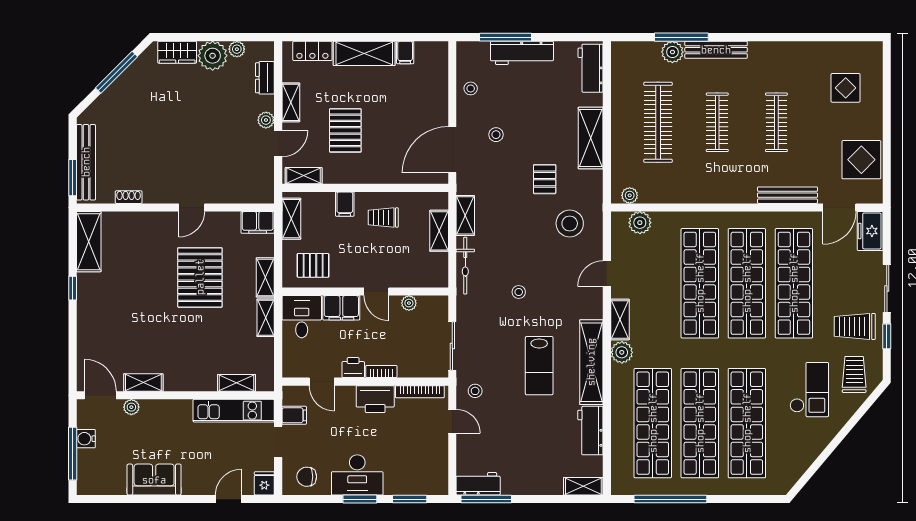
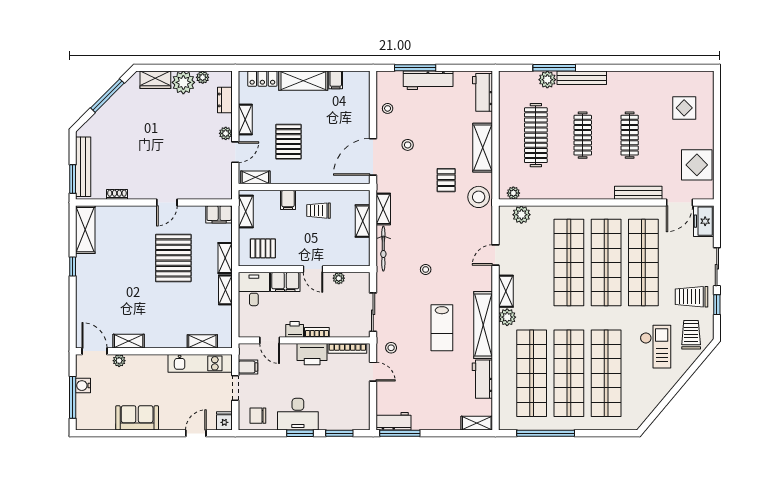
stool: (570, 223) -> (479, 197), moved

